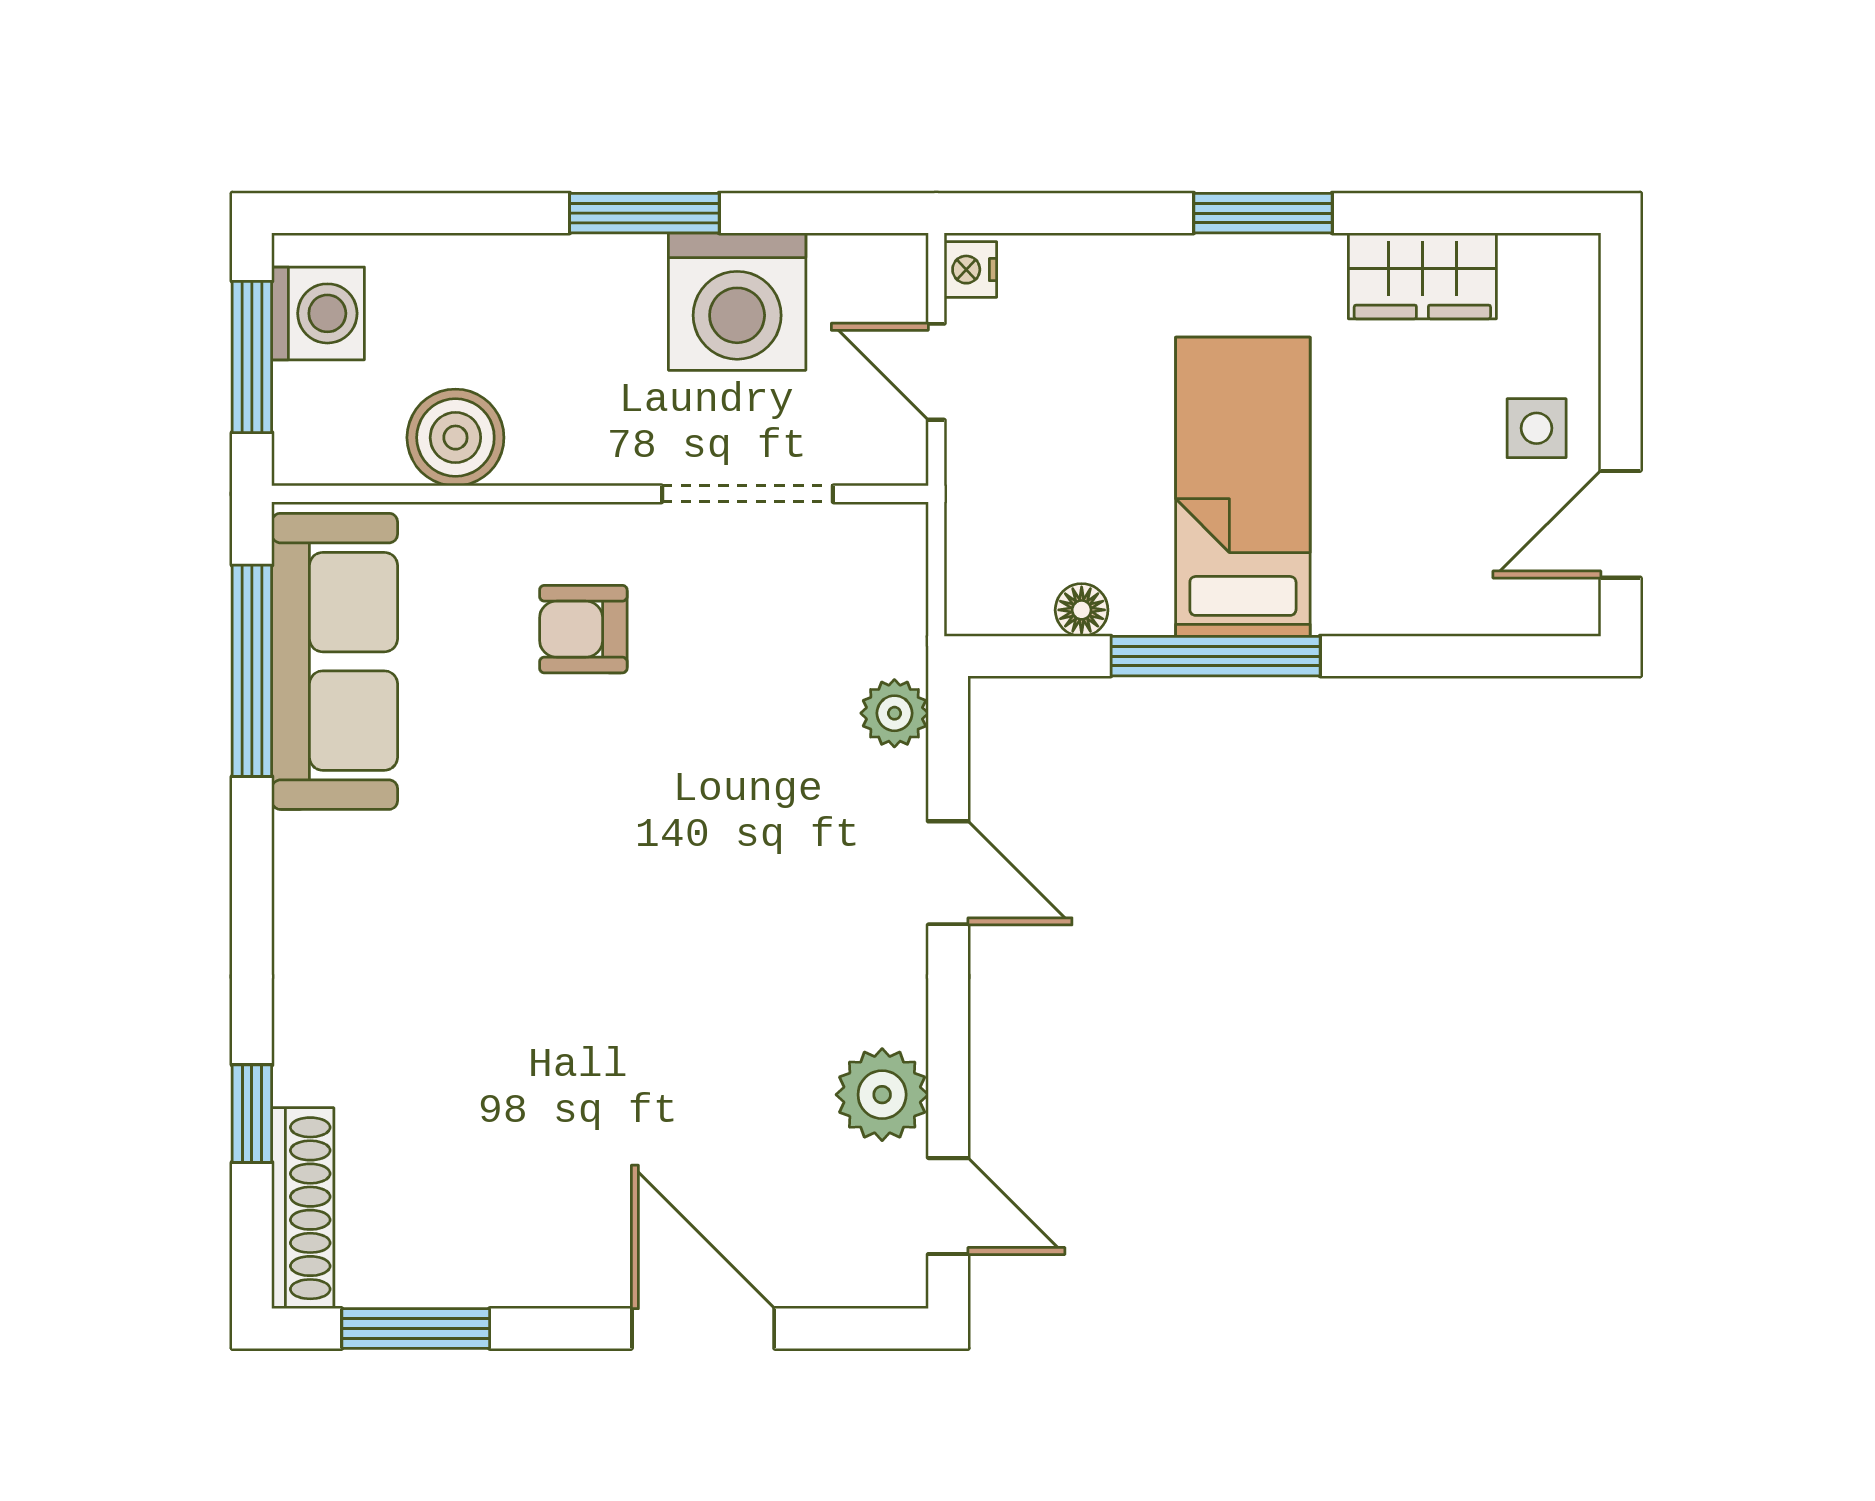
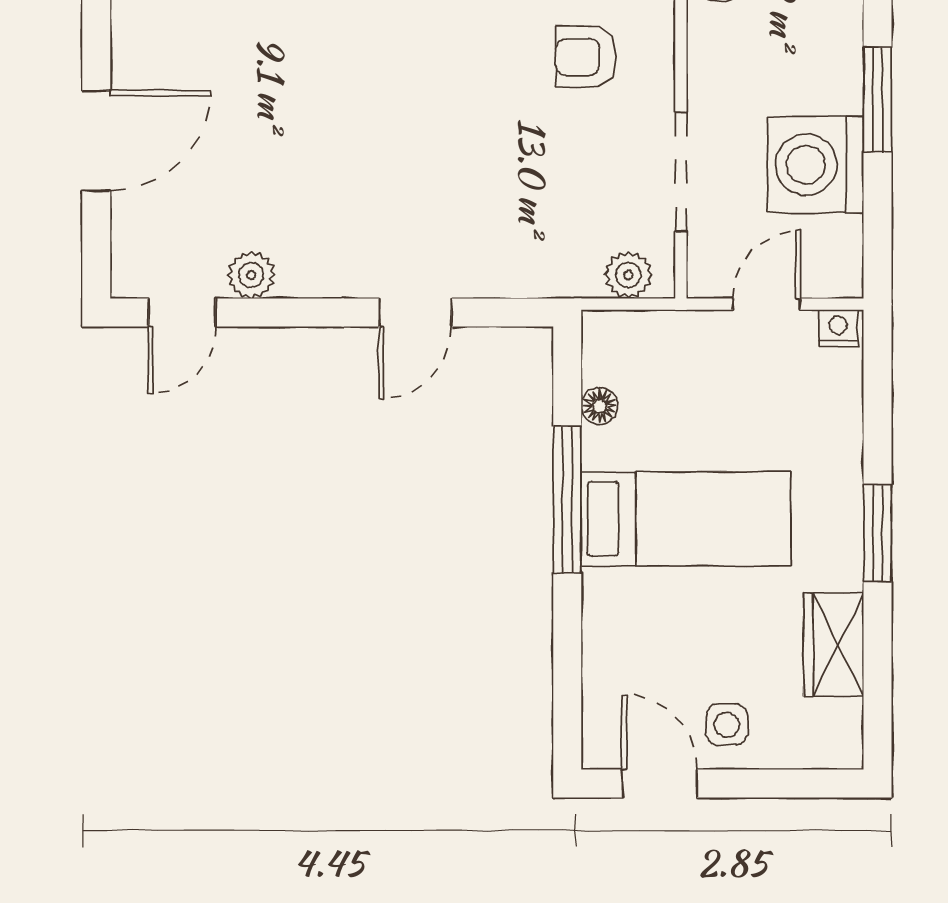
armchair: (583, 629) -> (586, 57), turned -90
plant: (894, 713) -> (628, 275), moved
plant: (882, 1095) -> (251, 275), width x0.73, depth x0.73

